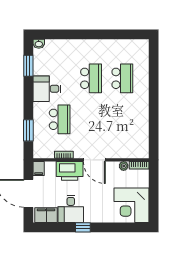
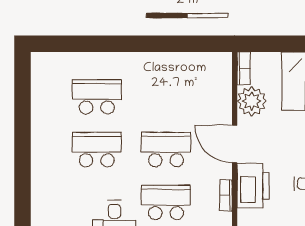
school desk: (91, 119) -> (166, 150), added
door: (94, 160) -> (235, 144), swing flipped
plant: (124, 166) -> (252, 101), width x1.88, depth x1.88

